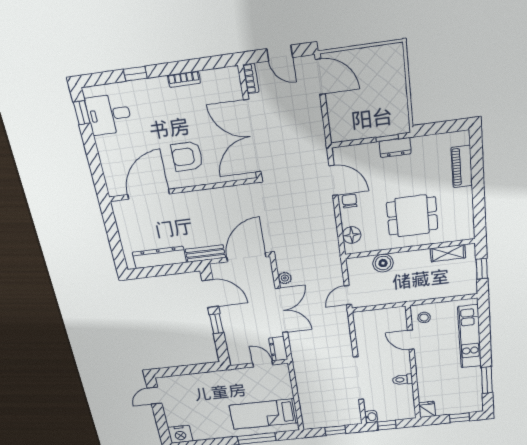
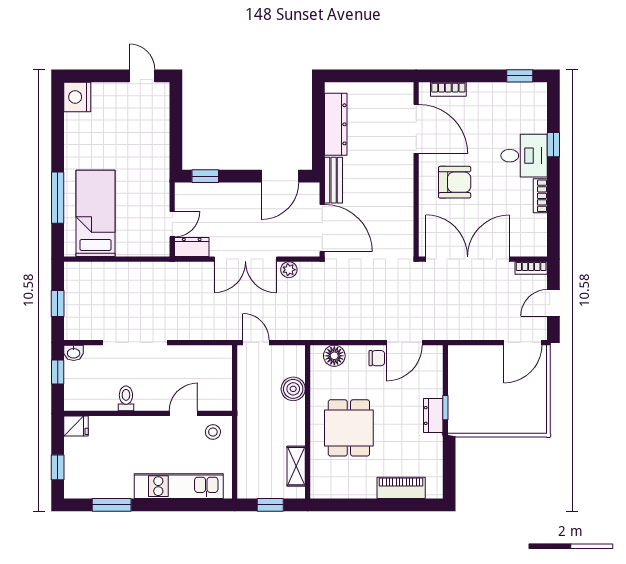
desk: (109, 114) -> (524, 156), moved, turned 90
armchair: (187, 156) -> (455, 182), turned 90
bookcase: (109, 172) -> (448, 89), added
window: (217, 324) -> (205, 176), moved

